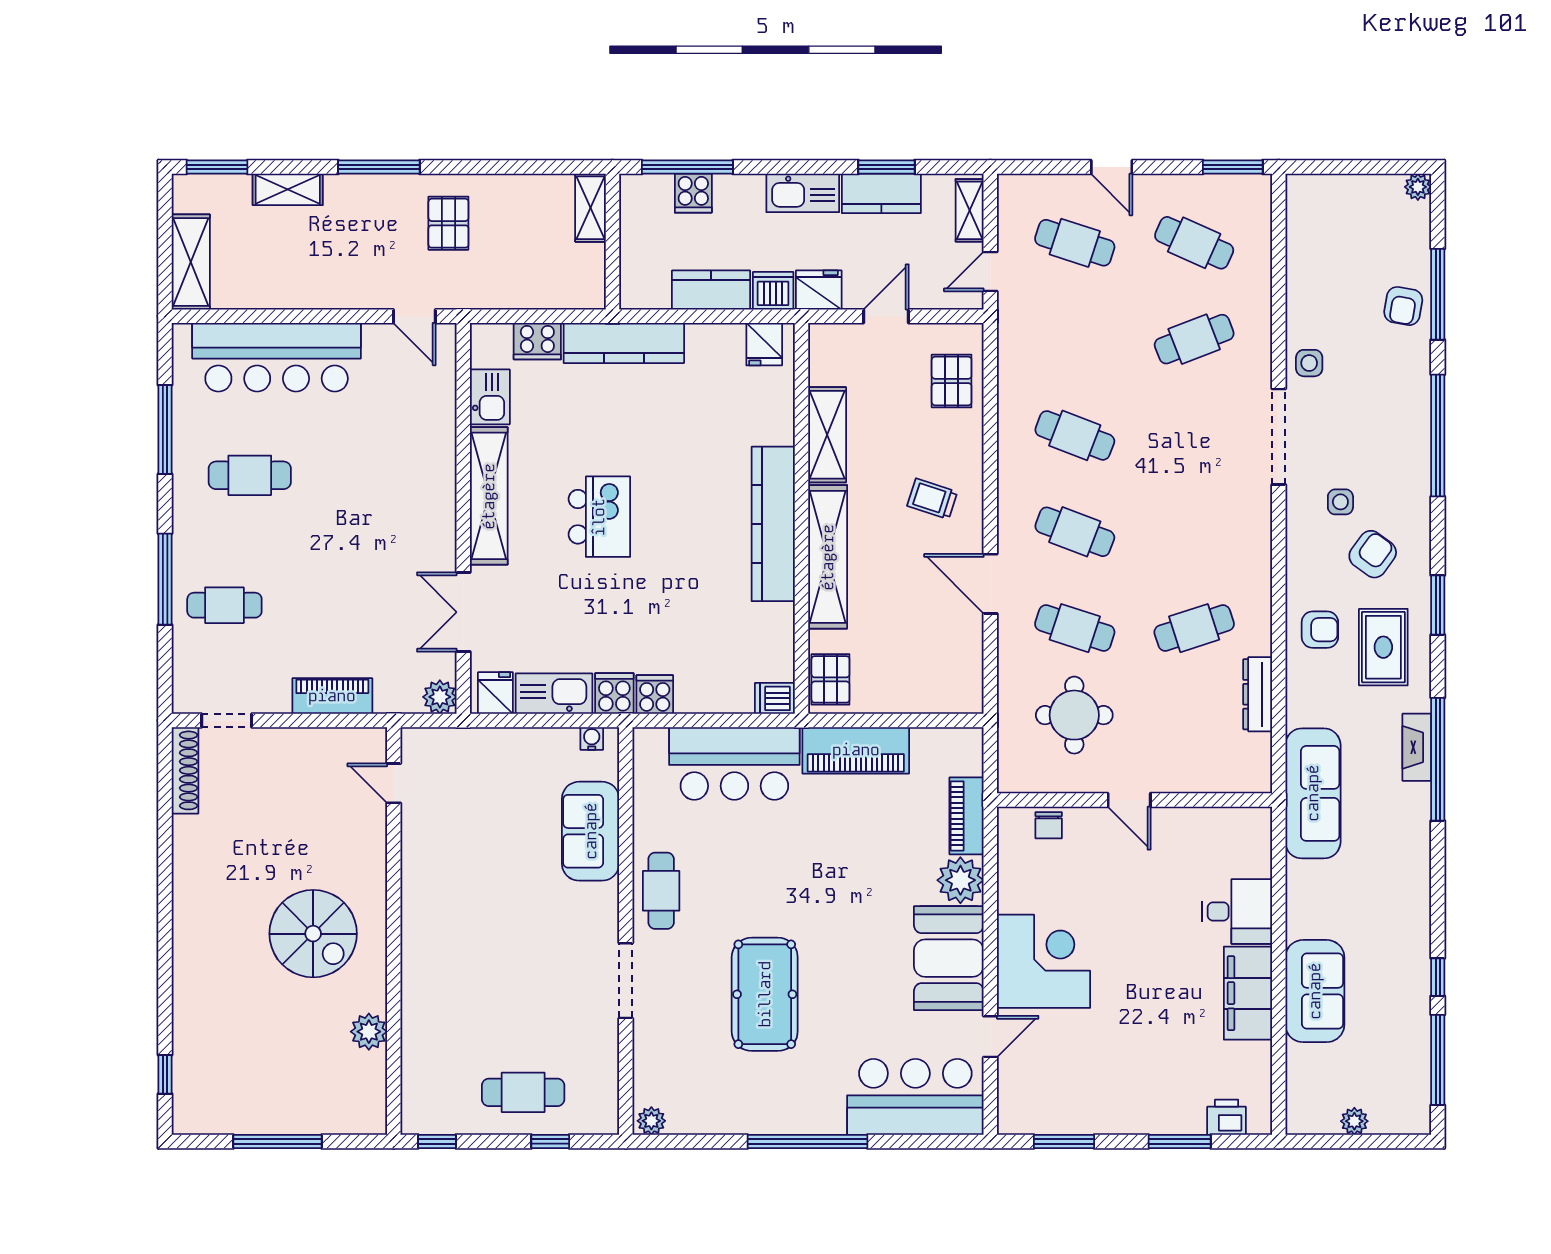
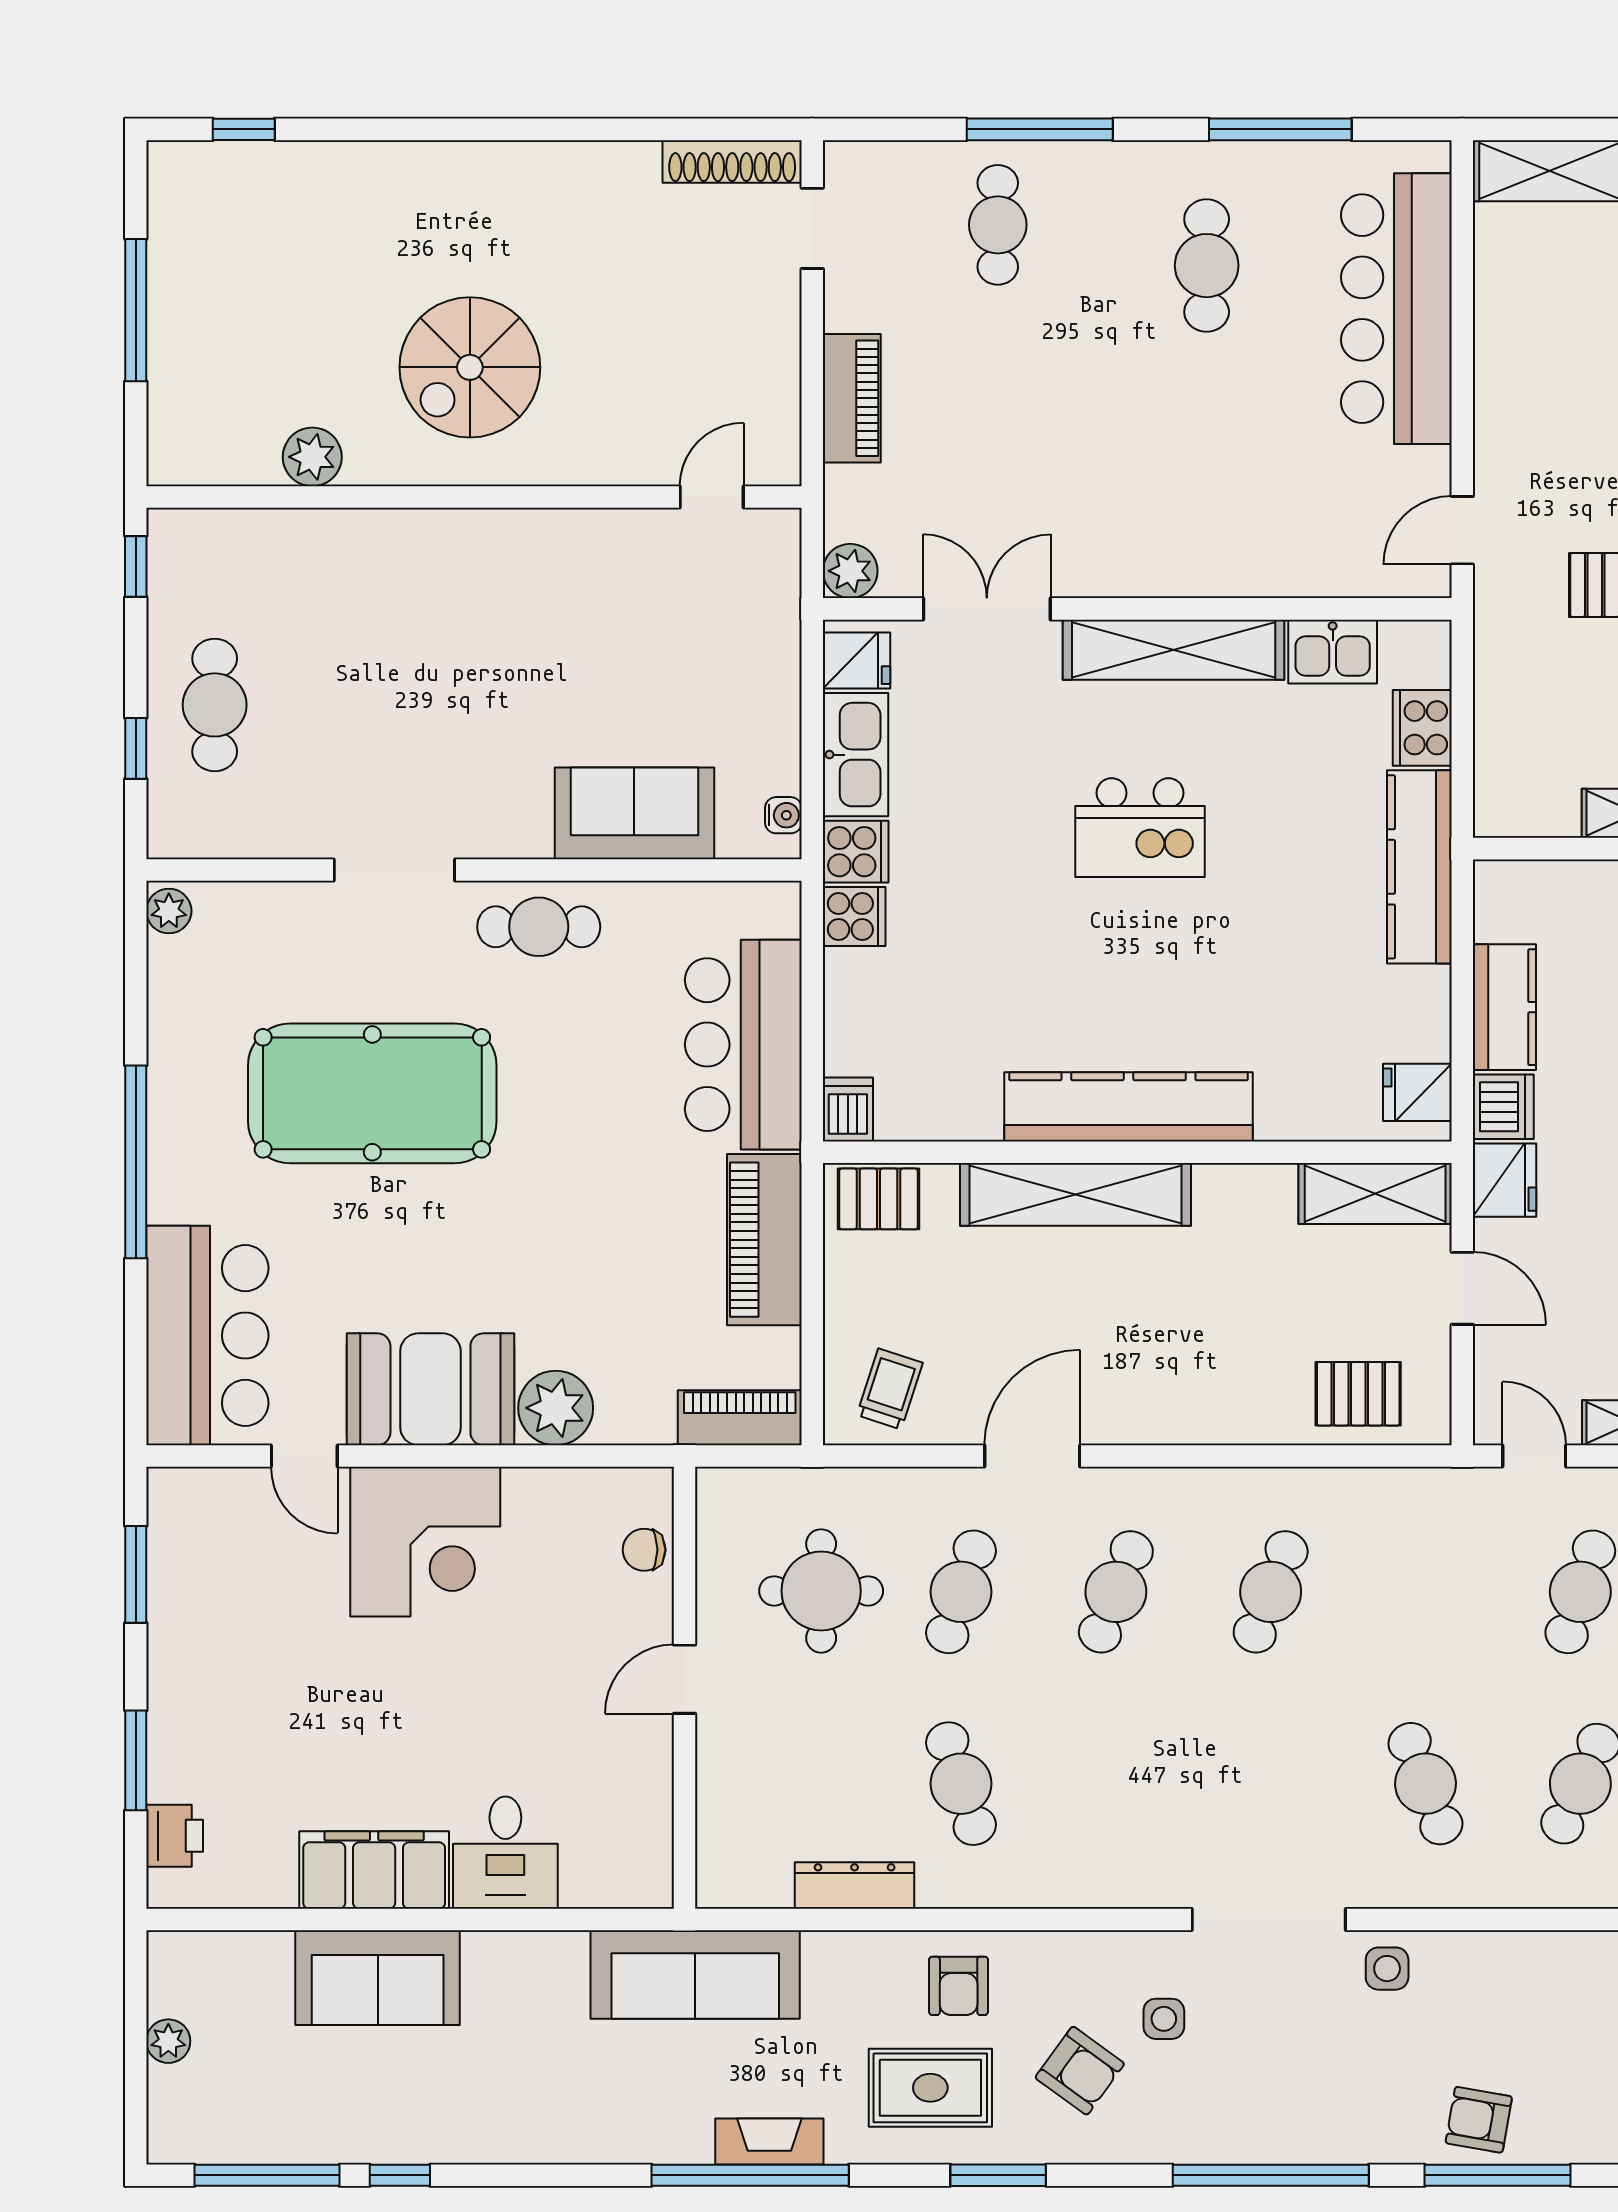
shelving: (827, 435) -> (1375, 1194), moved
trolley: (932, 499) -> (890, 1389), moved
piano: (966, 816) -> (740, 1418), moved
pool table: (765, 994) -> (372, 1093), width x1.36, depth x1.32

